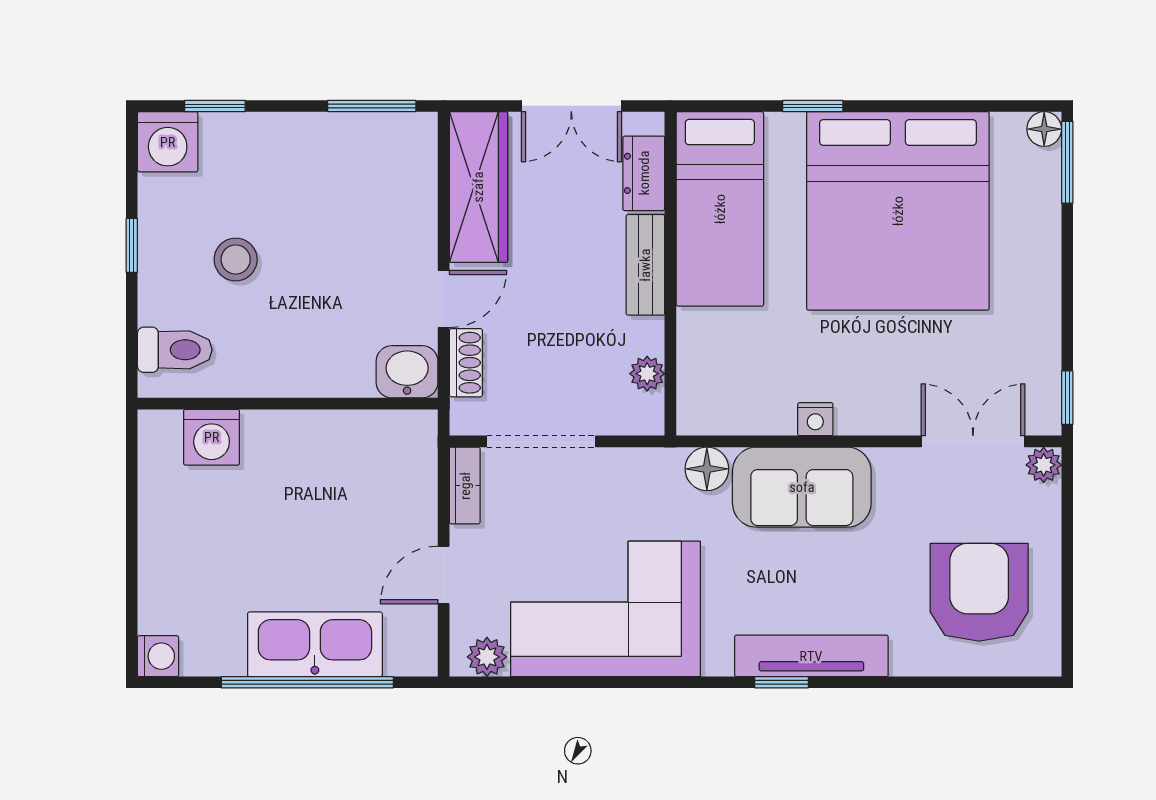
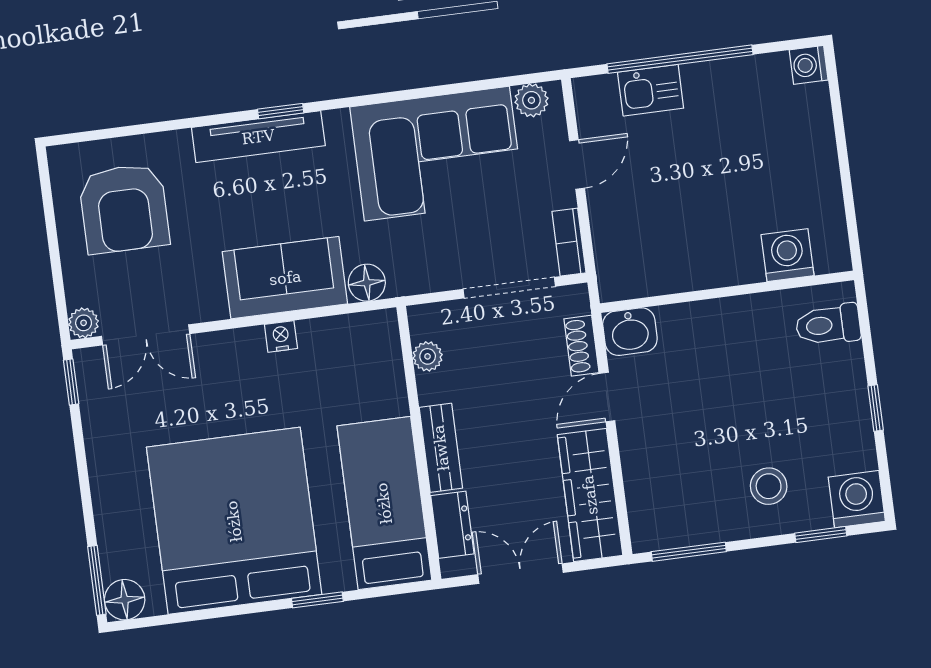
floor lamp: (1044, 129) -> (125, 600), width x1.37, depth x1.37
stool: (236, 259) -> (769, 486), moved
kitchen sink: (315, 644) -> (651, 90), width x0.53, depth x0.81

